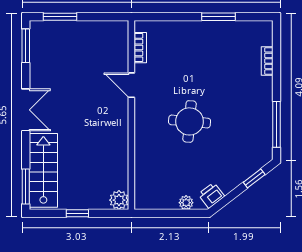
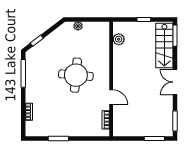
round table: (190, 121) -> (76, 75), width x1.36, depth x1.36
printer: (211, 195) -> (63, 30), removed
plant: (119, 200) -> (119, 39), moved

